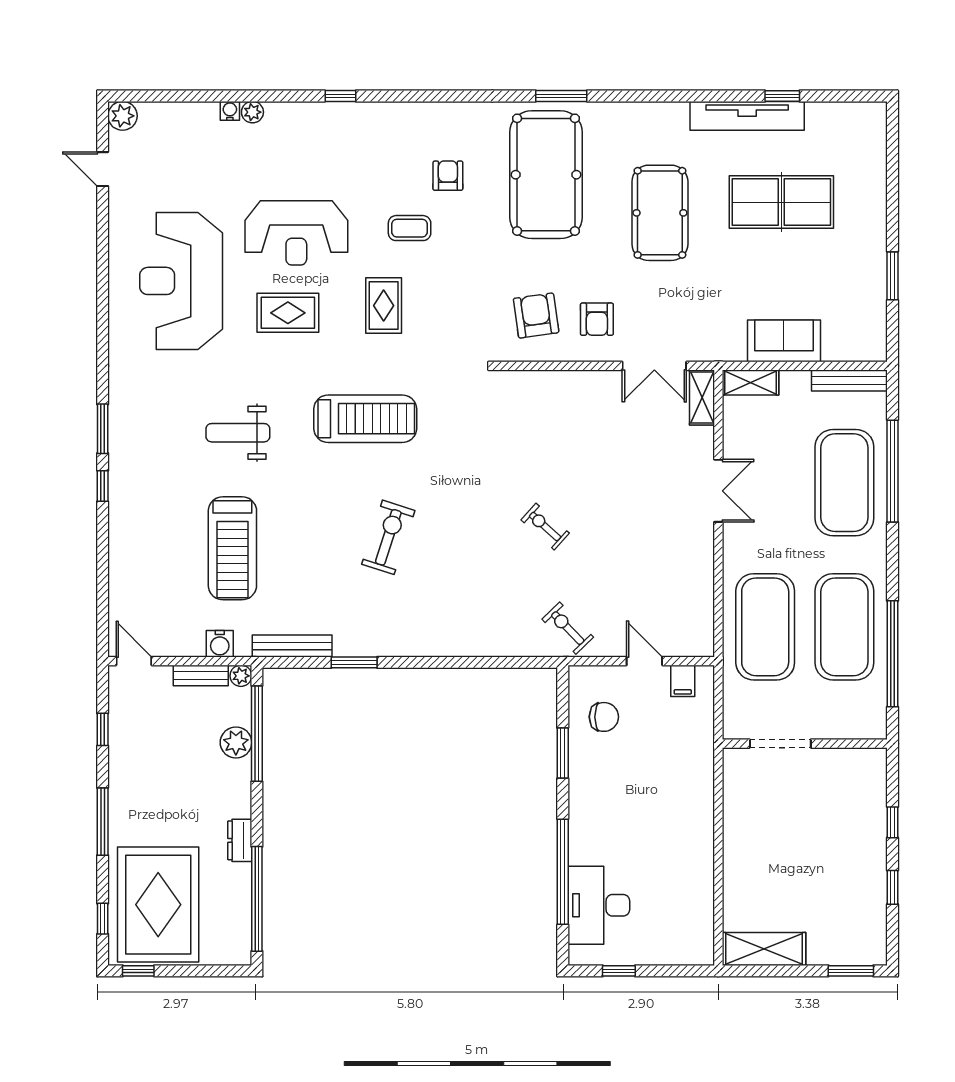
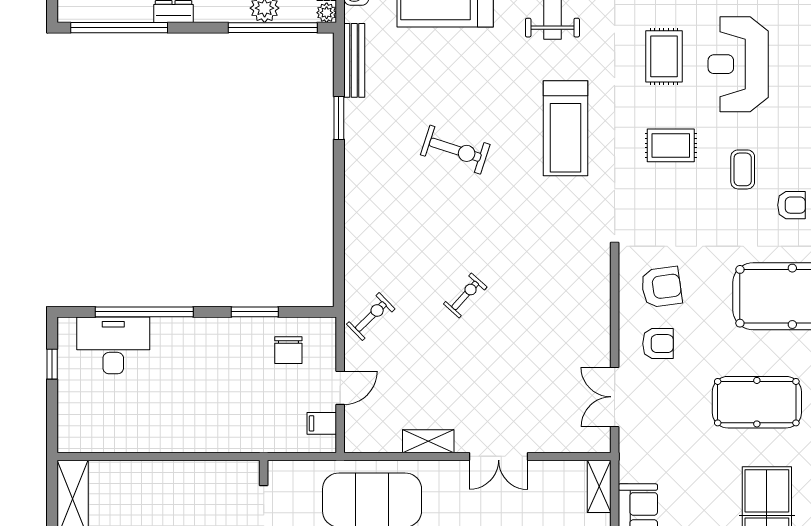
armchair: (597, 319) -> (658, 344), turned 180
shelving: (702, 397) -> (428, 441), moved

